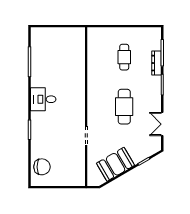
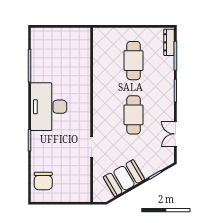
cafe table: (124, 57) -> (134, 61), width x1.37, depth x1.35
dresser: (156, 63) -> (169, 42), moved
desk: (43, 99) -> (49, 107), width x1.87, depth x1.30
chair: (42, 167) -> (43, 181), turned 90

